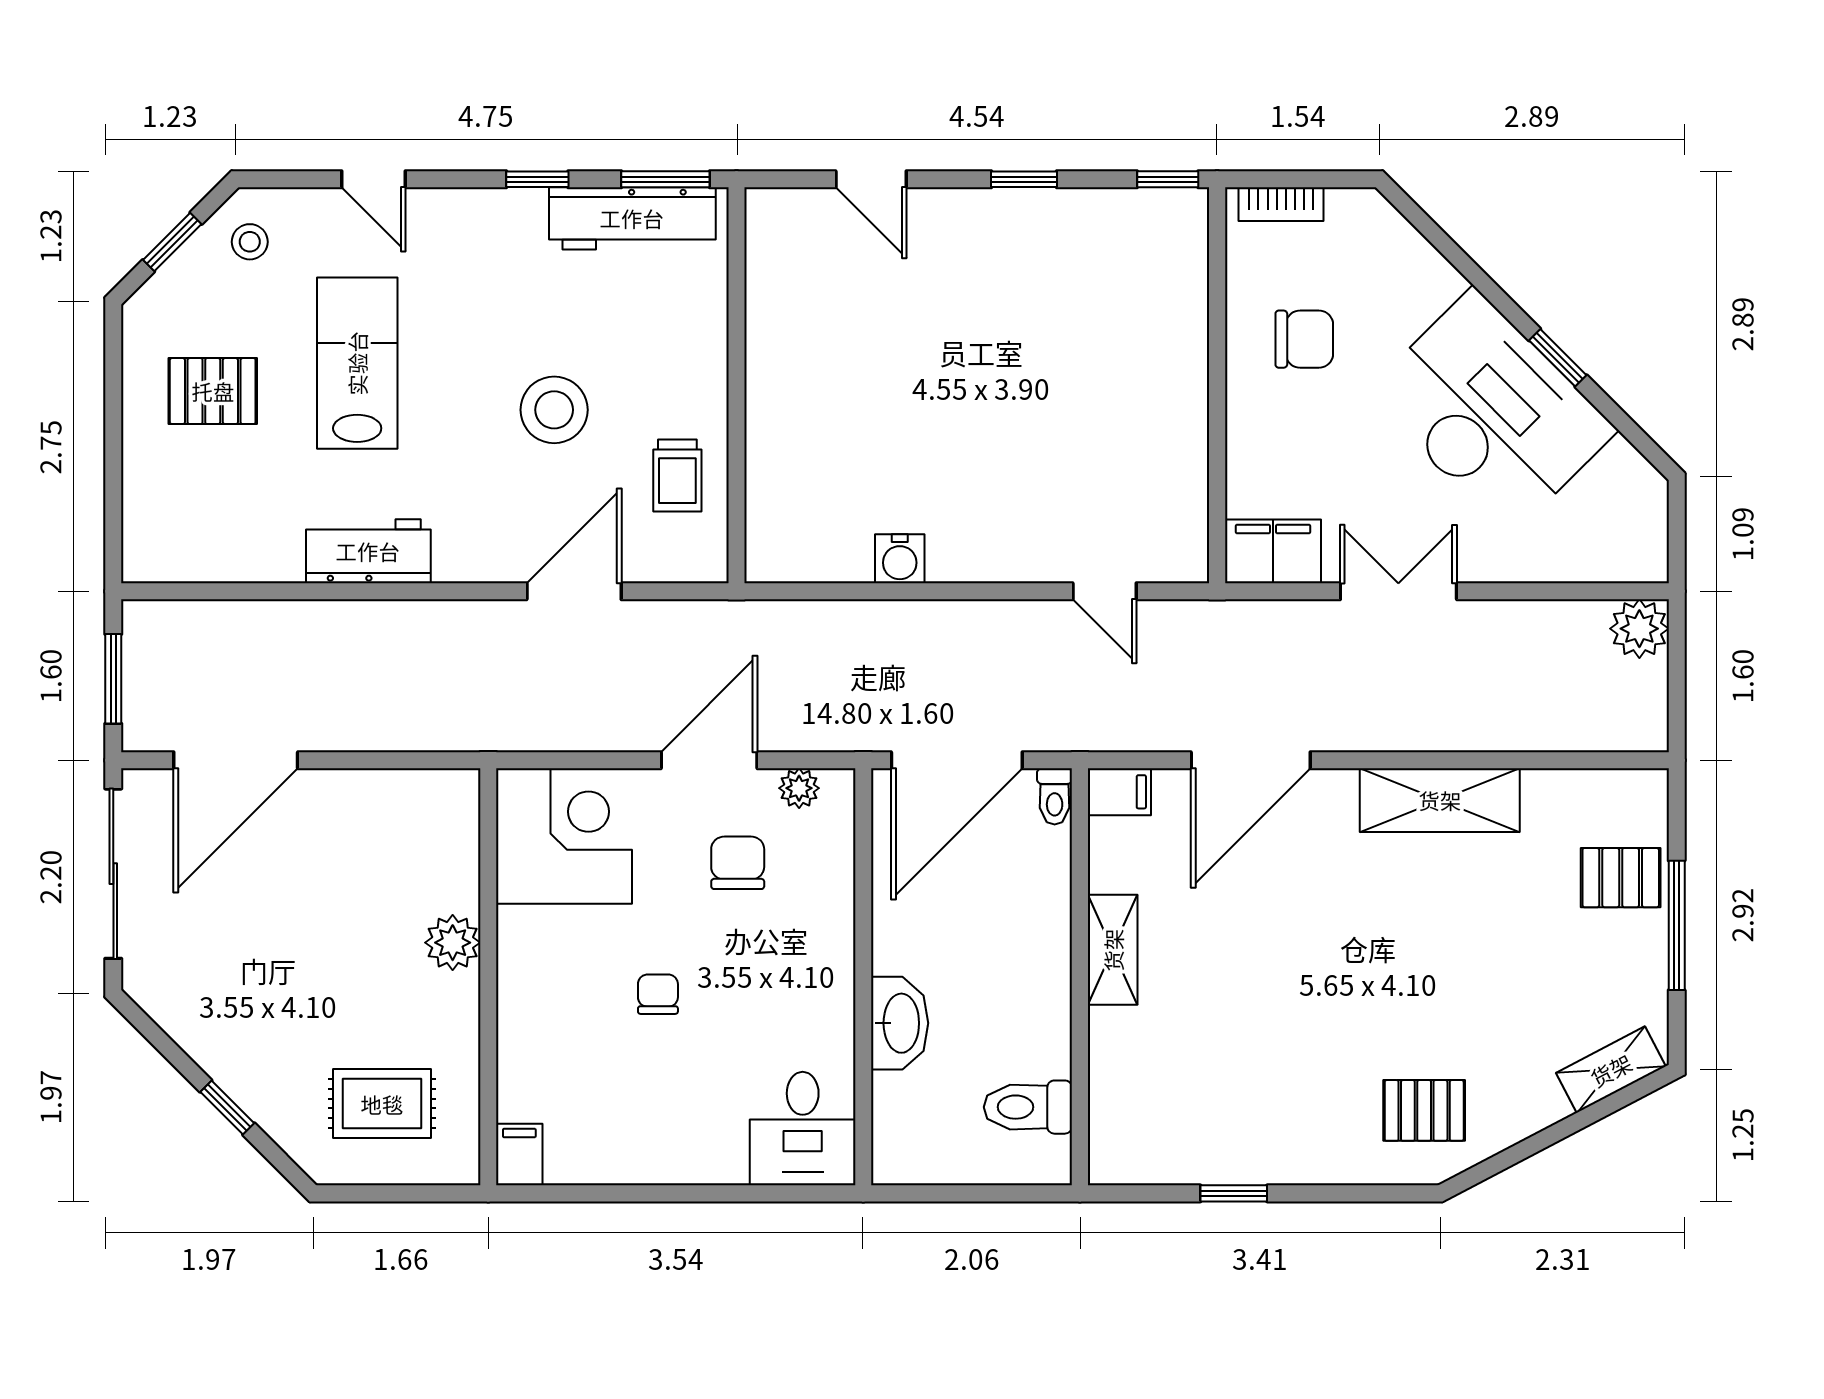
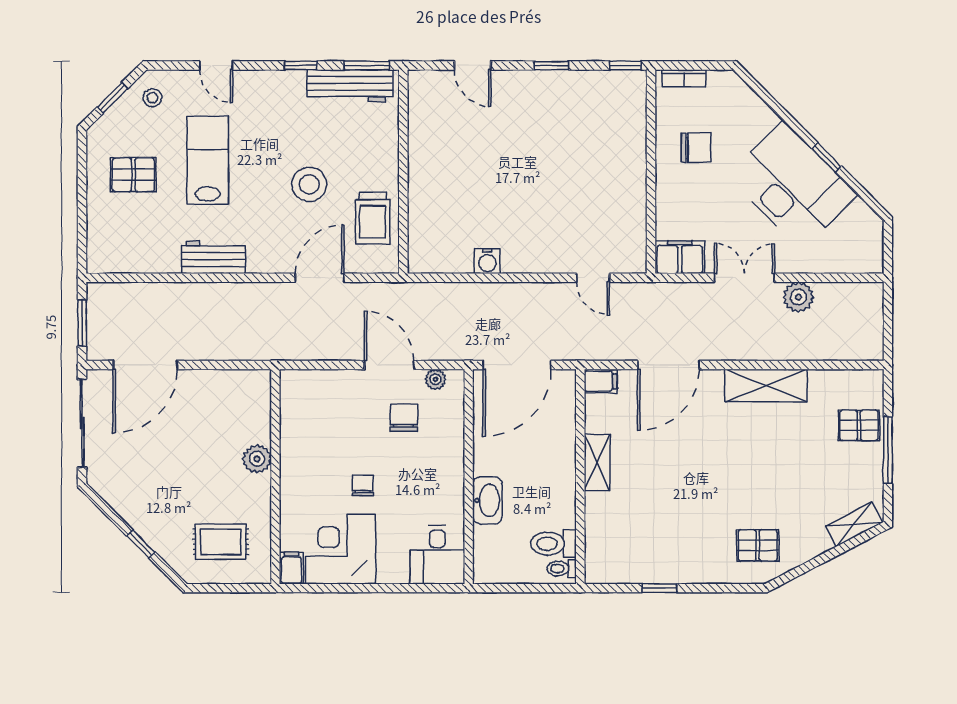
trolley: (677, 476) -> (373, 218), width x1.36, depth x1.39
plant: (1639, 629) -> (798, 297), moved
door: (709, 760) -> (389, 365), hinge flipped
toilet: (1055, 796) -> (562, 569), moved, turned 90
corner desk: (564, 836) -> (340, 549), moved, turned -90

